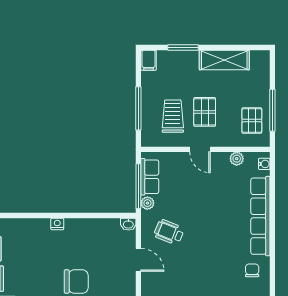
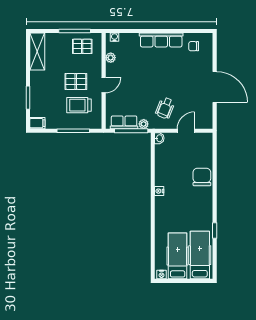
shelving: (224, 60) -> (37, 52), moved
row of seats: (260, 216) -> (161, 40), width x0.73

